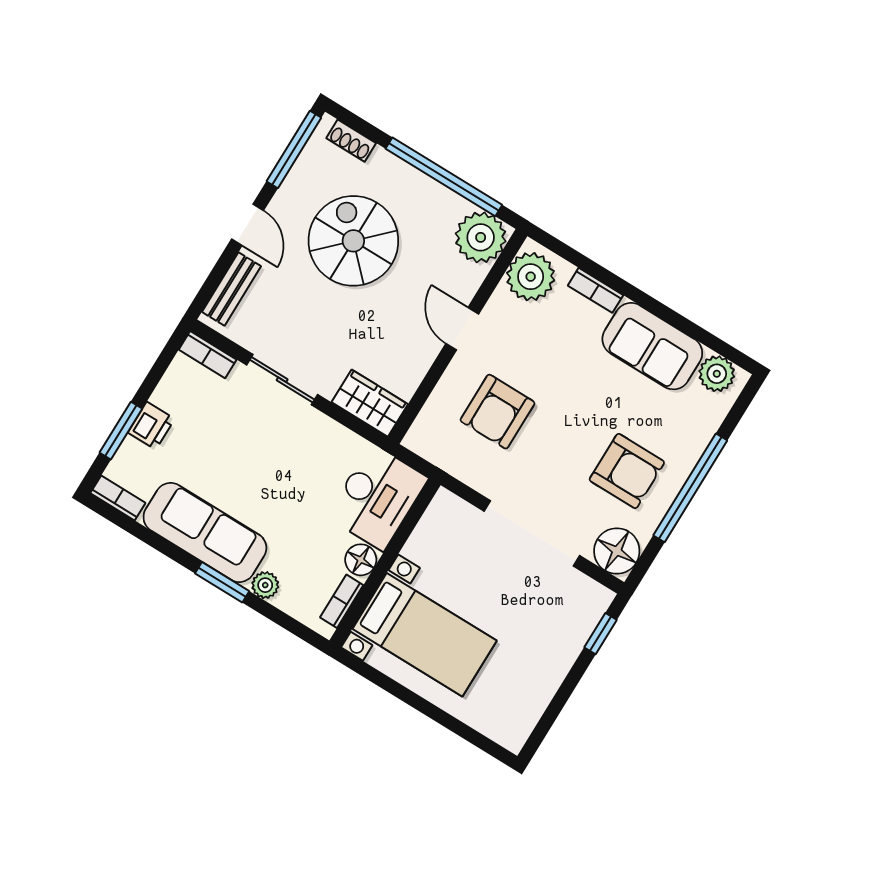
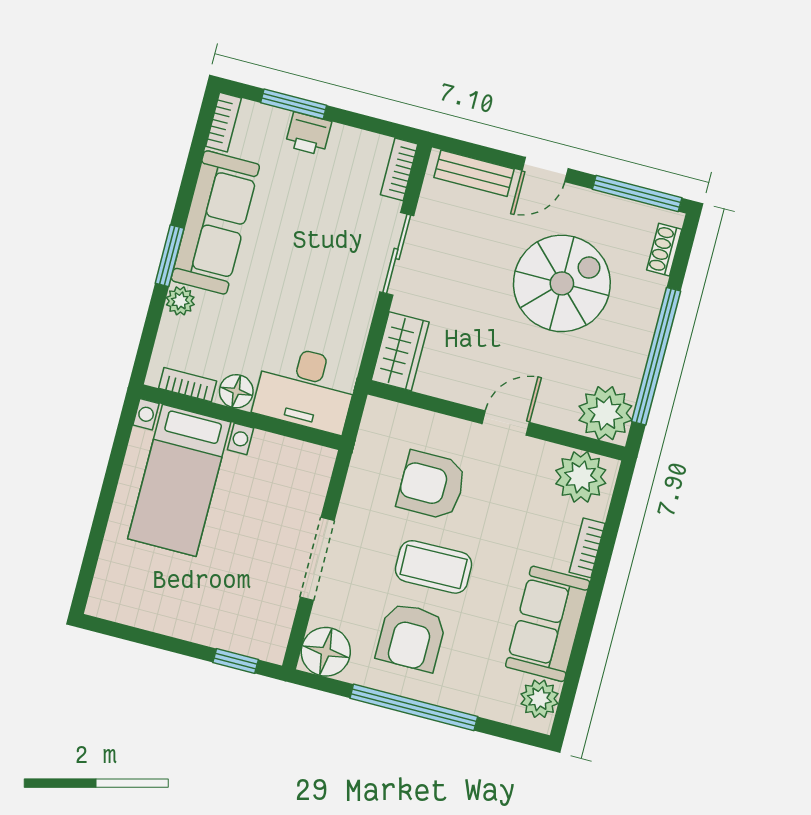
coffee table: (571, 432) -> (434, 567), added
doorway: (532, 533) -> (317, 559), width x0.73

